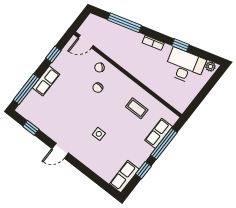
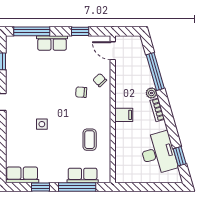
window: (180, 45) -> (180, 156), moved
plant: (210, 67) -> (151, 93), moved
filing cabinet: (138, 70) -> (124, 115), added

